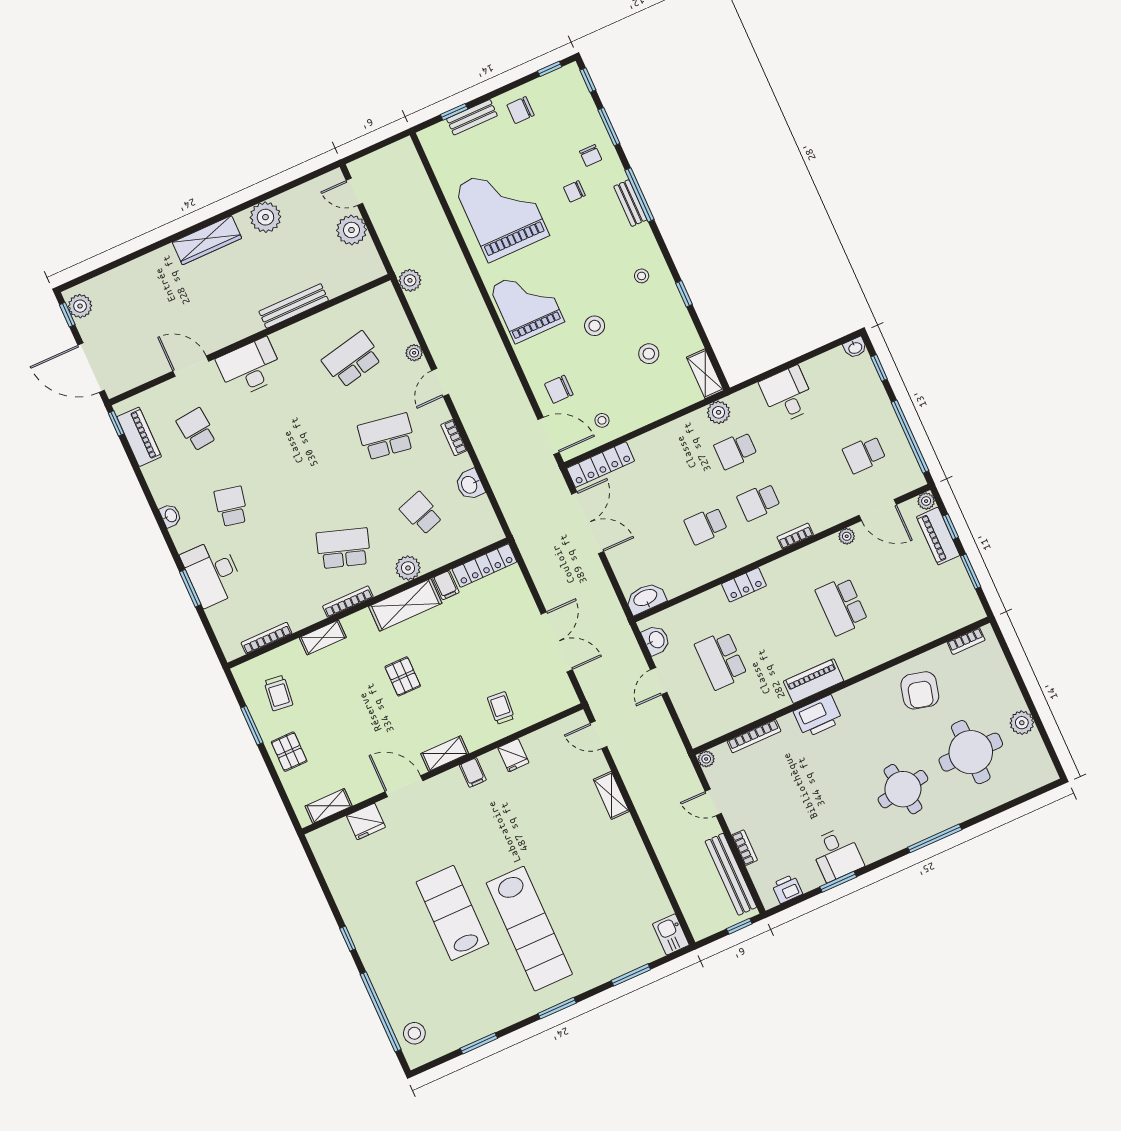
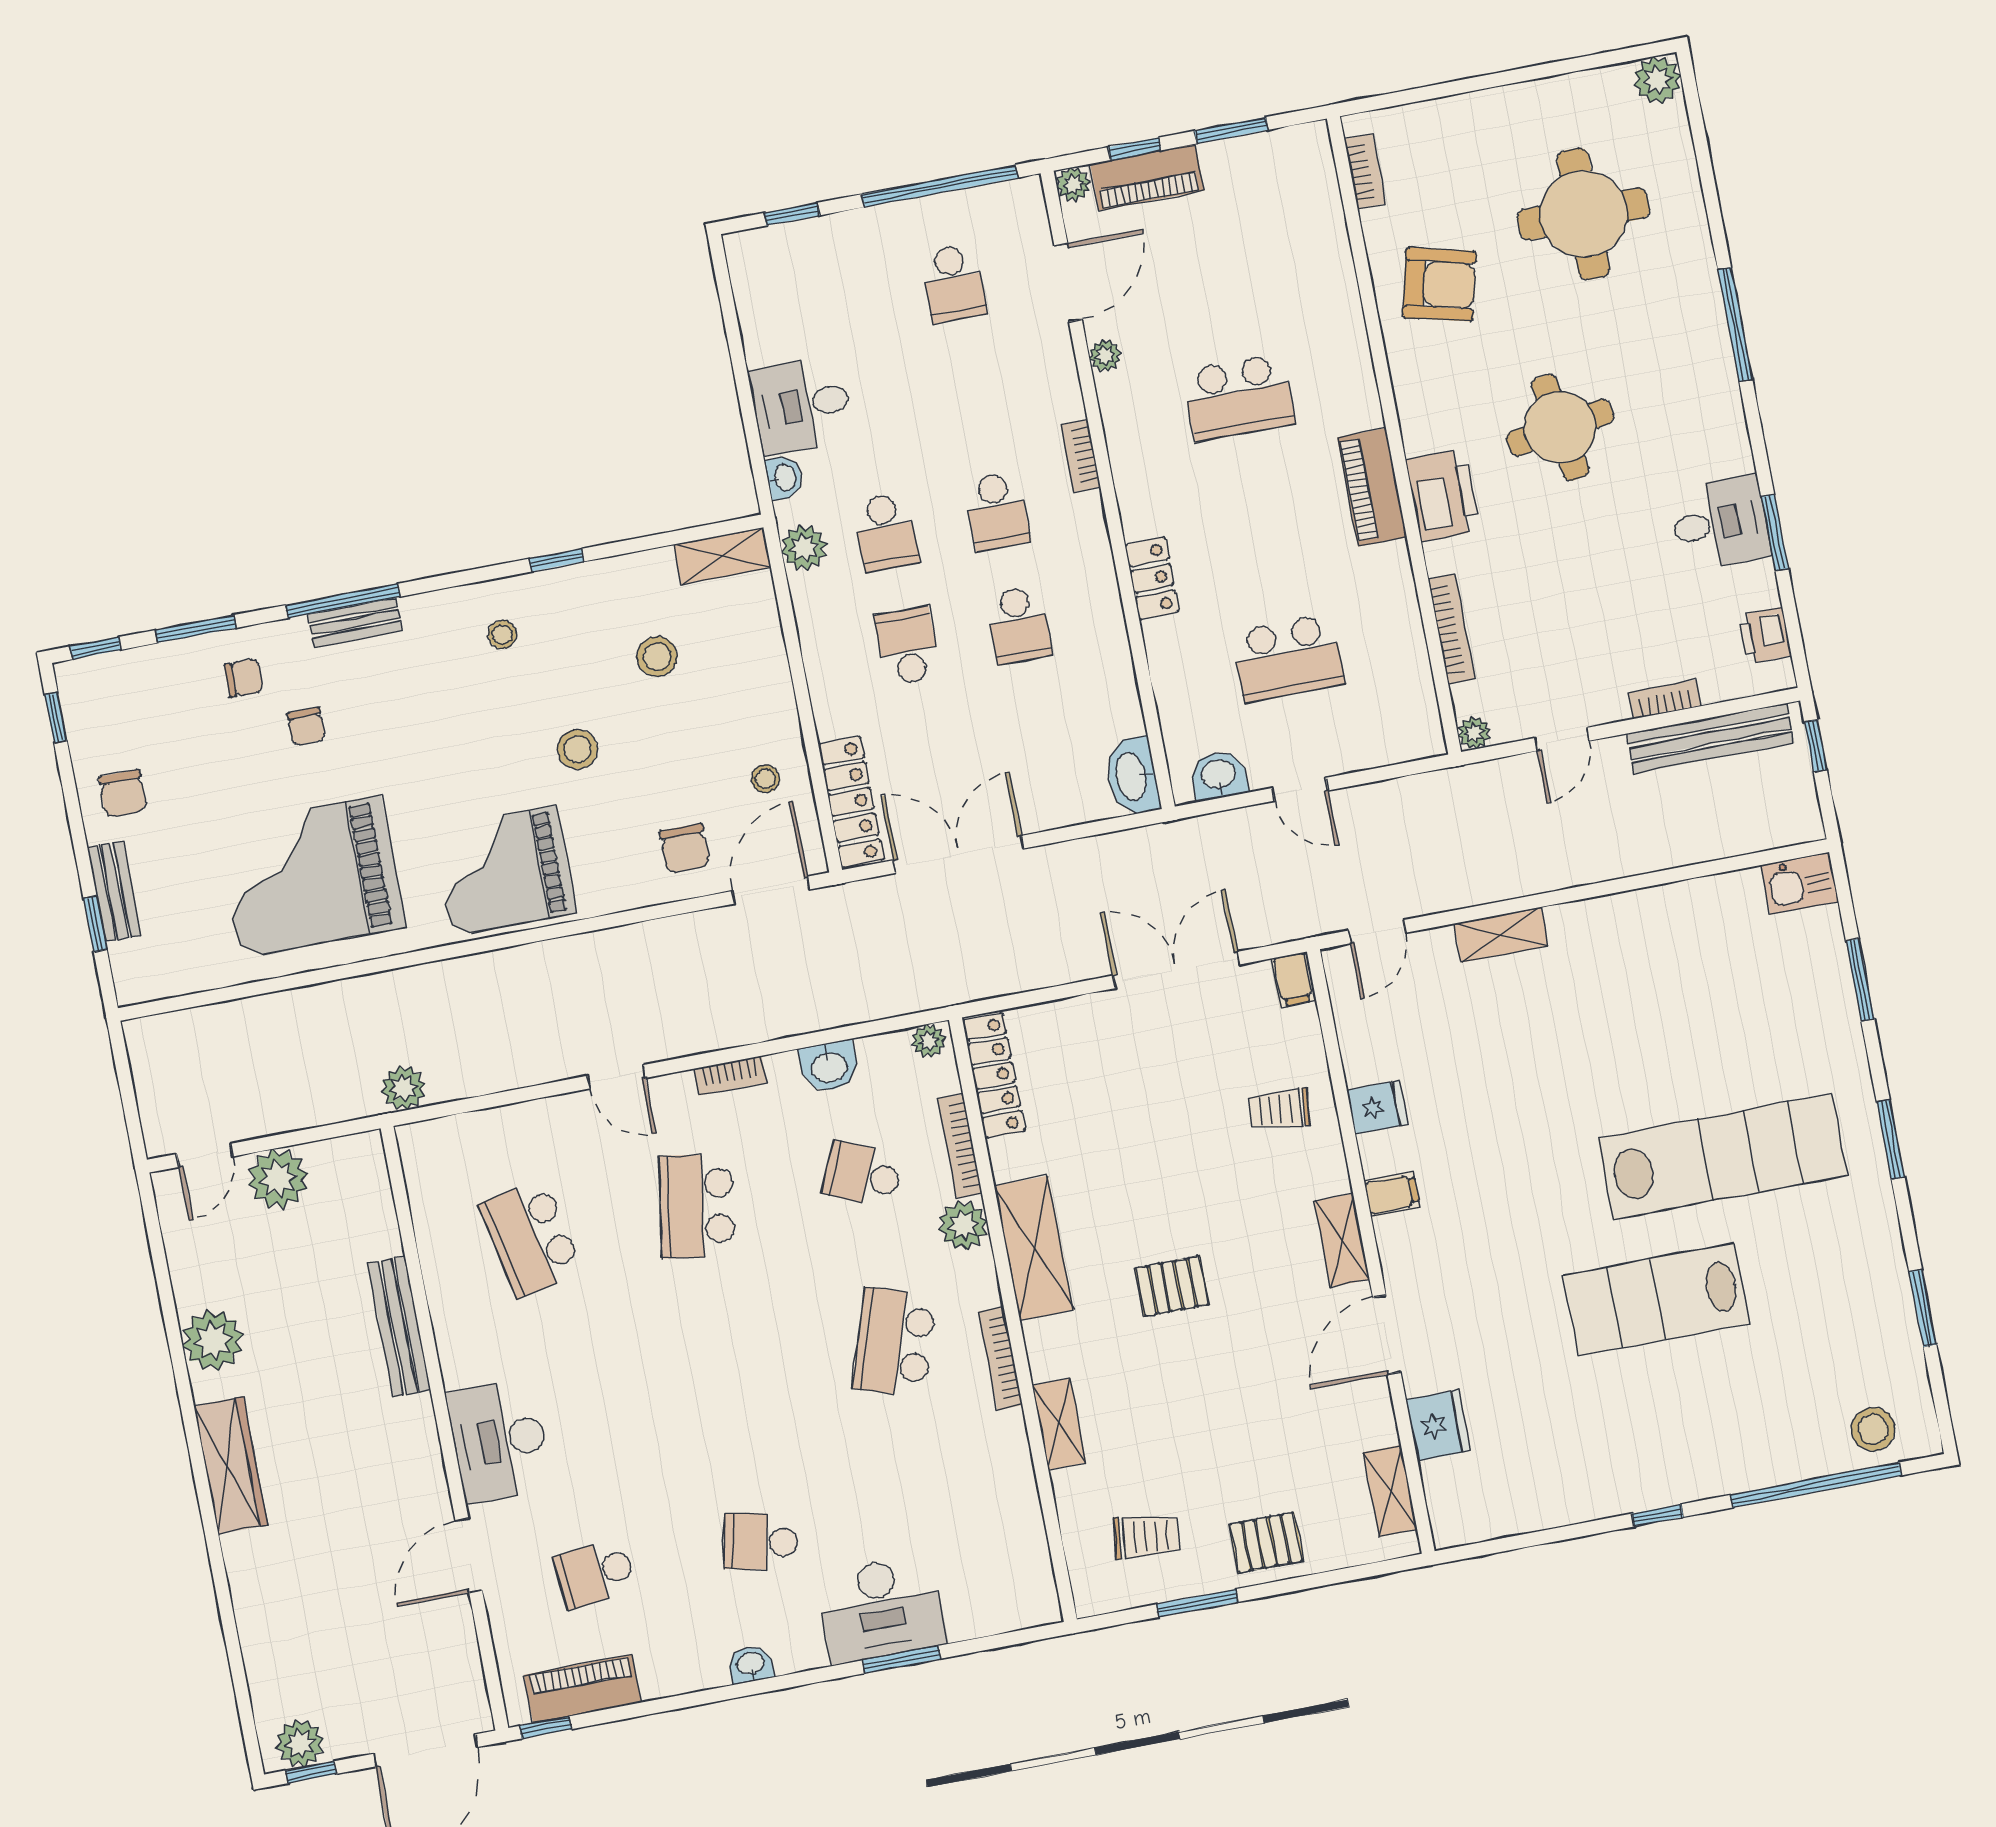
washbasin: (855, 348) -> (784, 478), moved
plant: (414, 353) -> (929, 1041), moved
school desk: (683, 474) -> (908, 646), added
school desk: (421, 513) -> (863, 1174), turned 42
filing cabinet: (446, 585) -> (1293, 979), moved, turned 90
bookcase: (266, 638) -> (960, 1146), moved
plant: (1022, 723) -> (1657, 80), moved
round table: (903, 789) -> (1560, 427), moved

